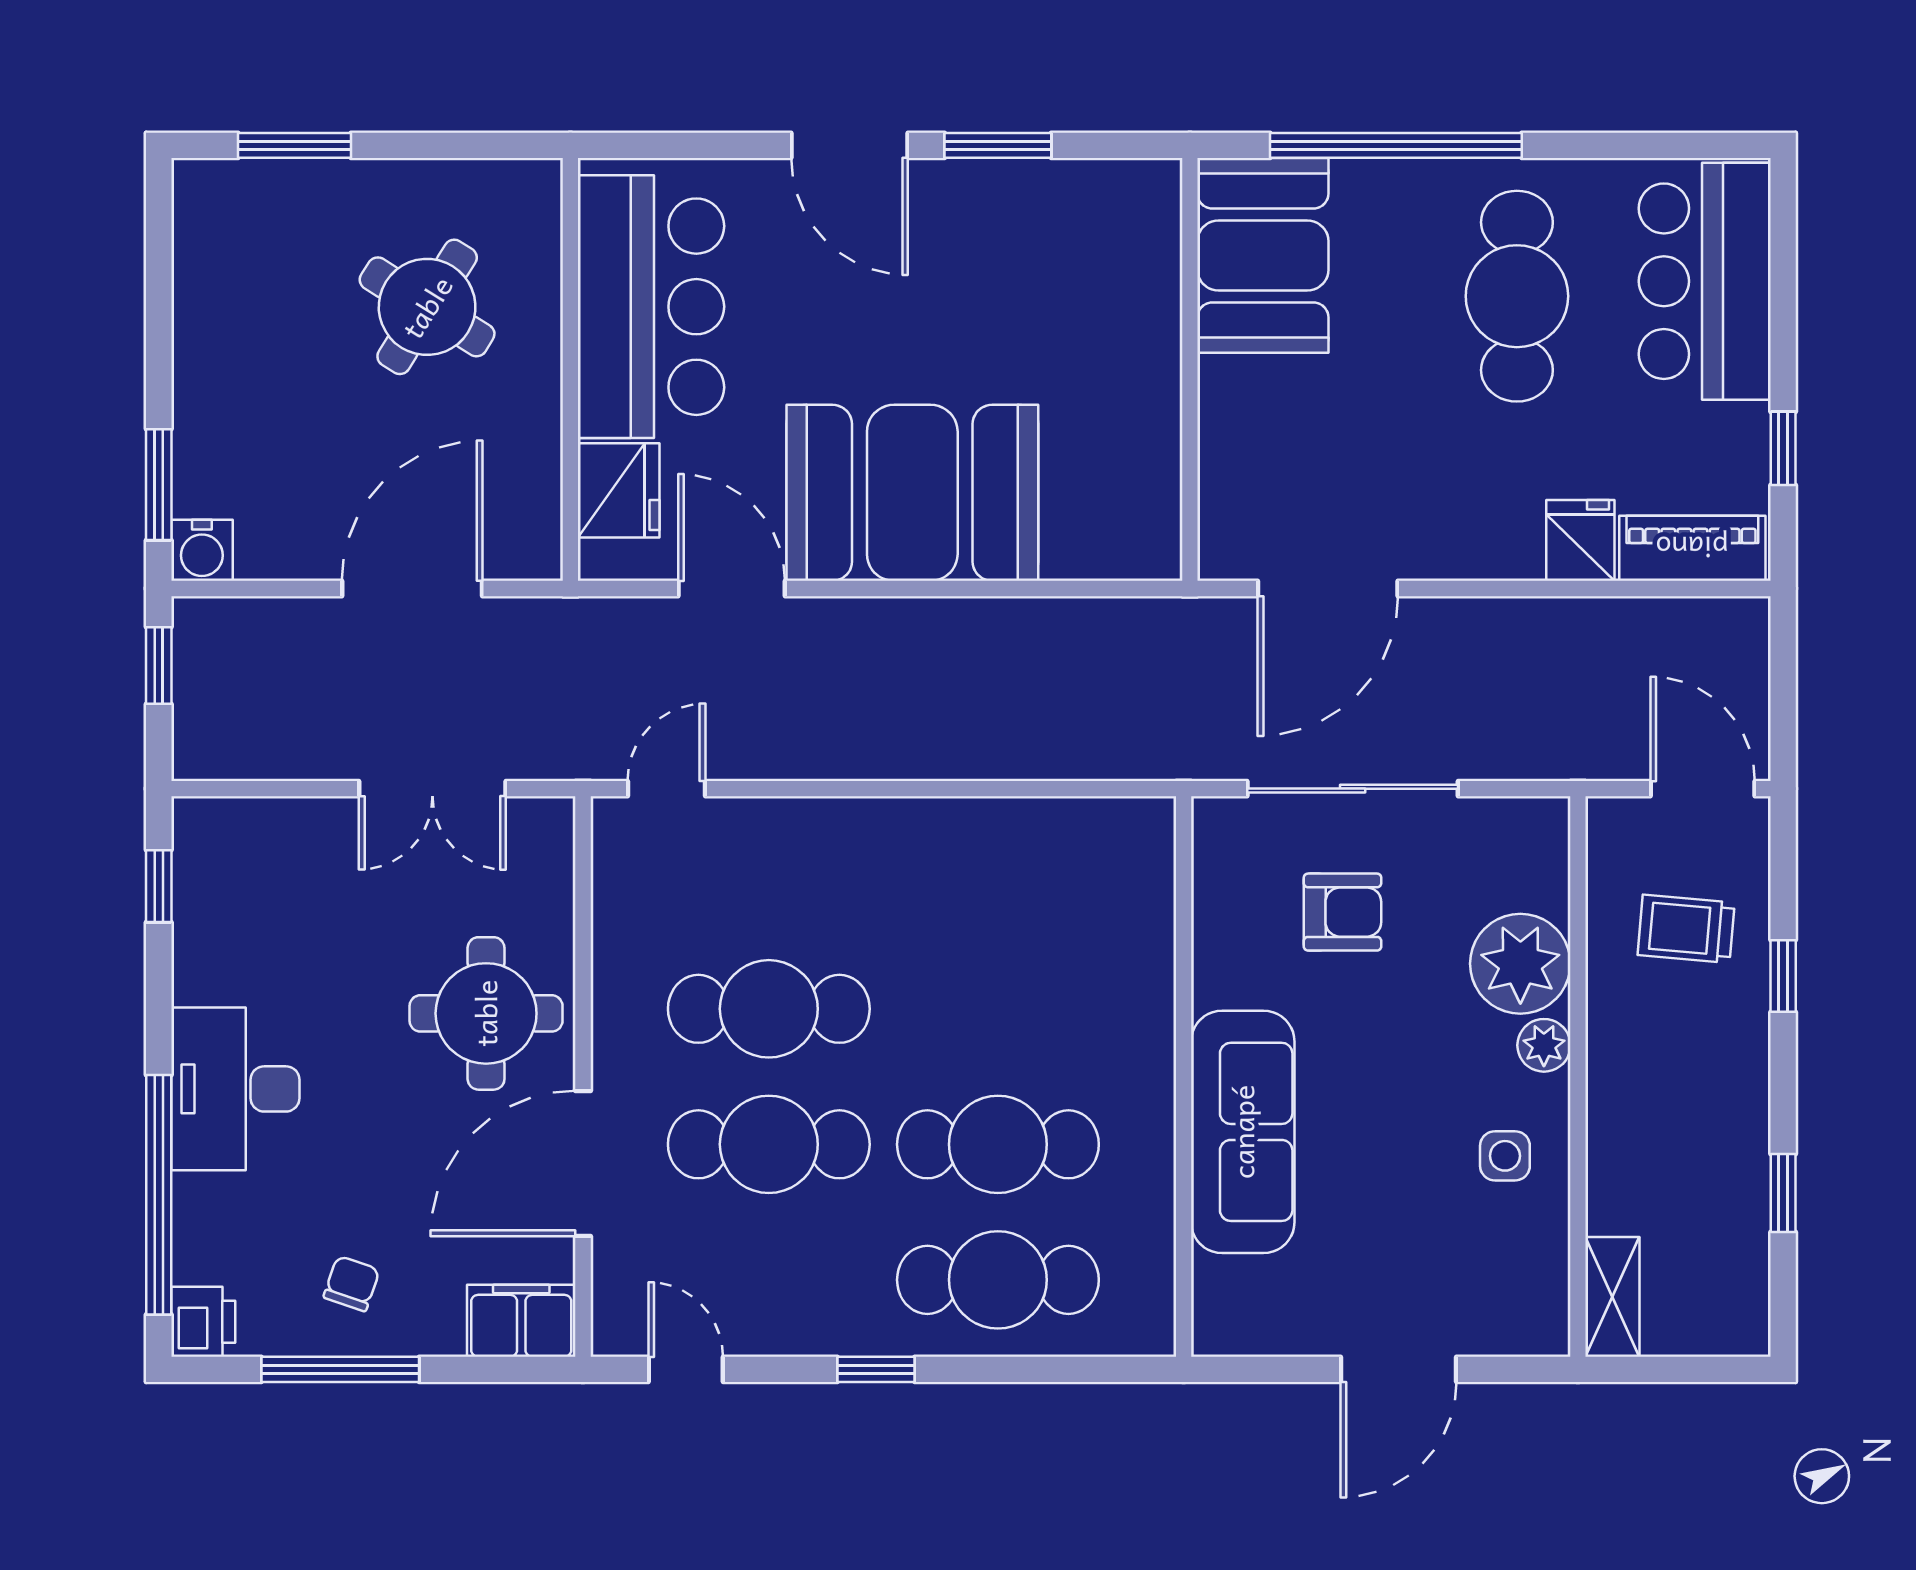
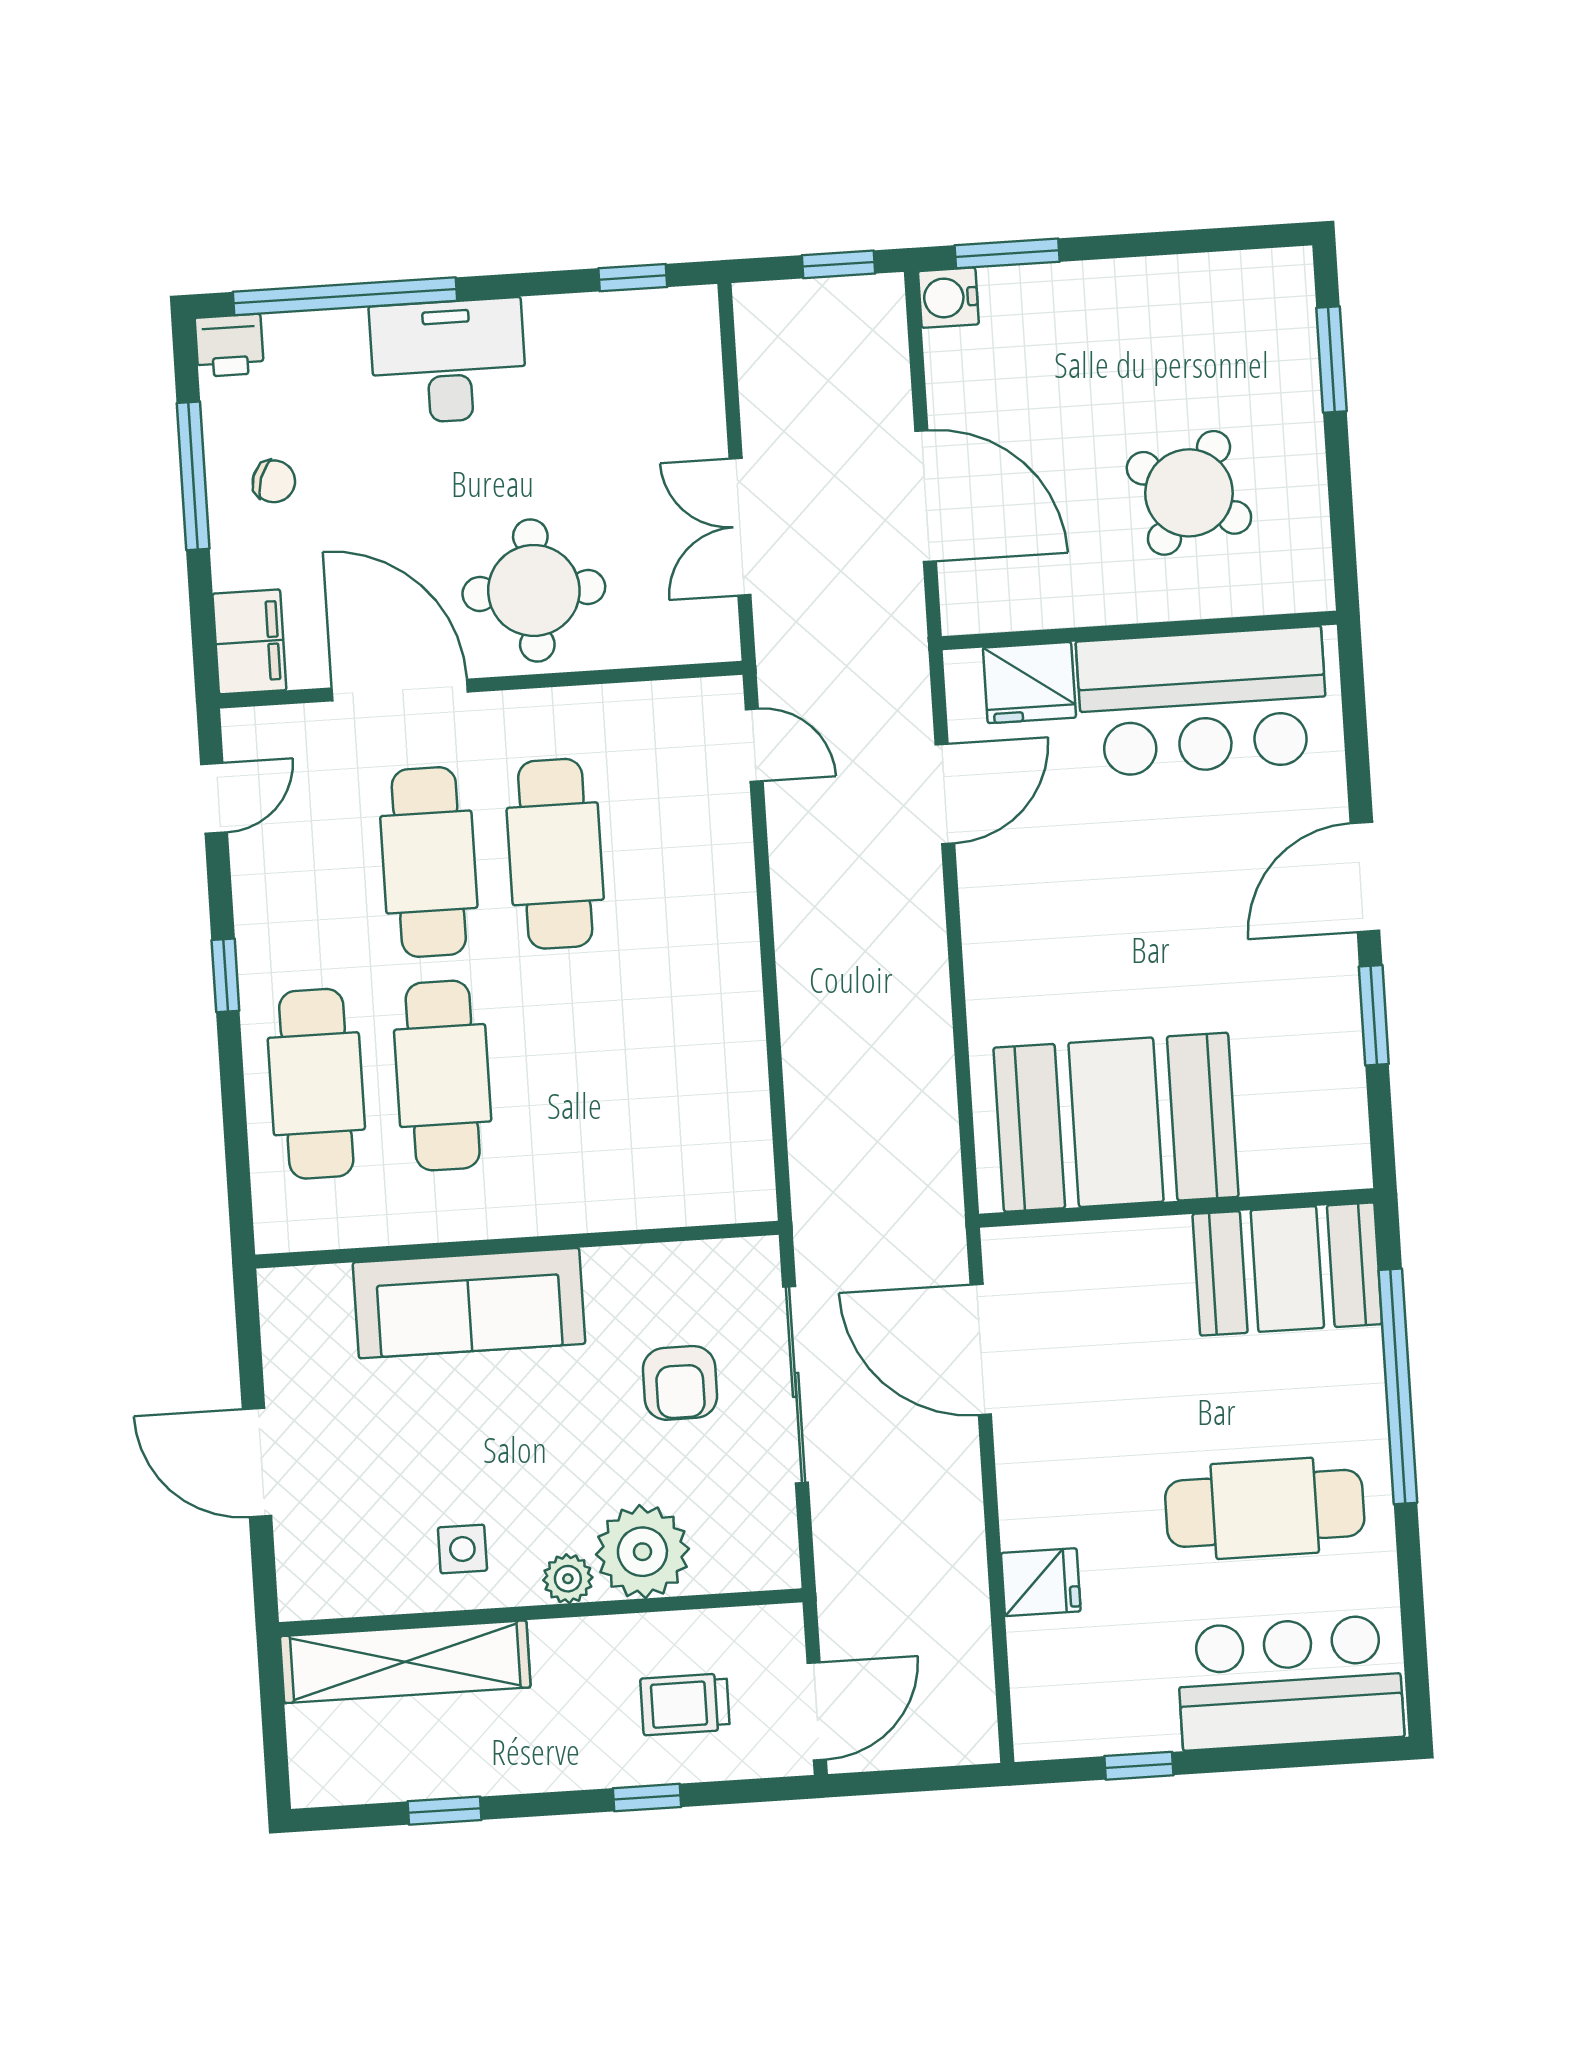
booth: (912, 493) -> (1116, 1122), moved, turned 90
piano: (1692, 548) -> (1040, 1687), removed
trolley: (1686, 929) -> (685, 1704), turned -95
shelving: (1612, 1297) -> (405, 1662), width x2.20, depth x1.33

